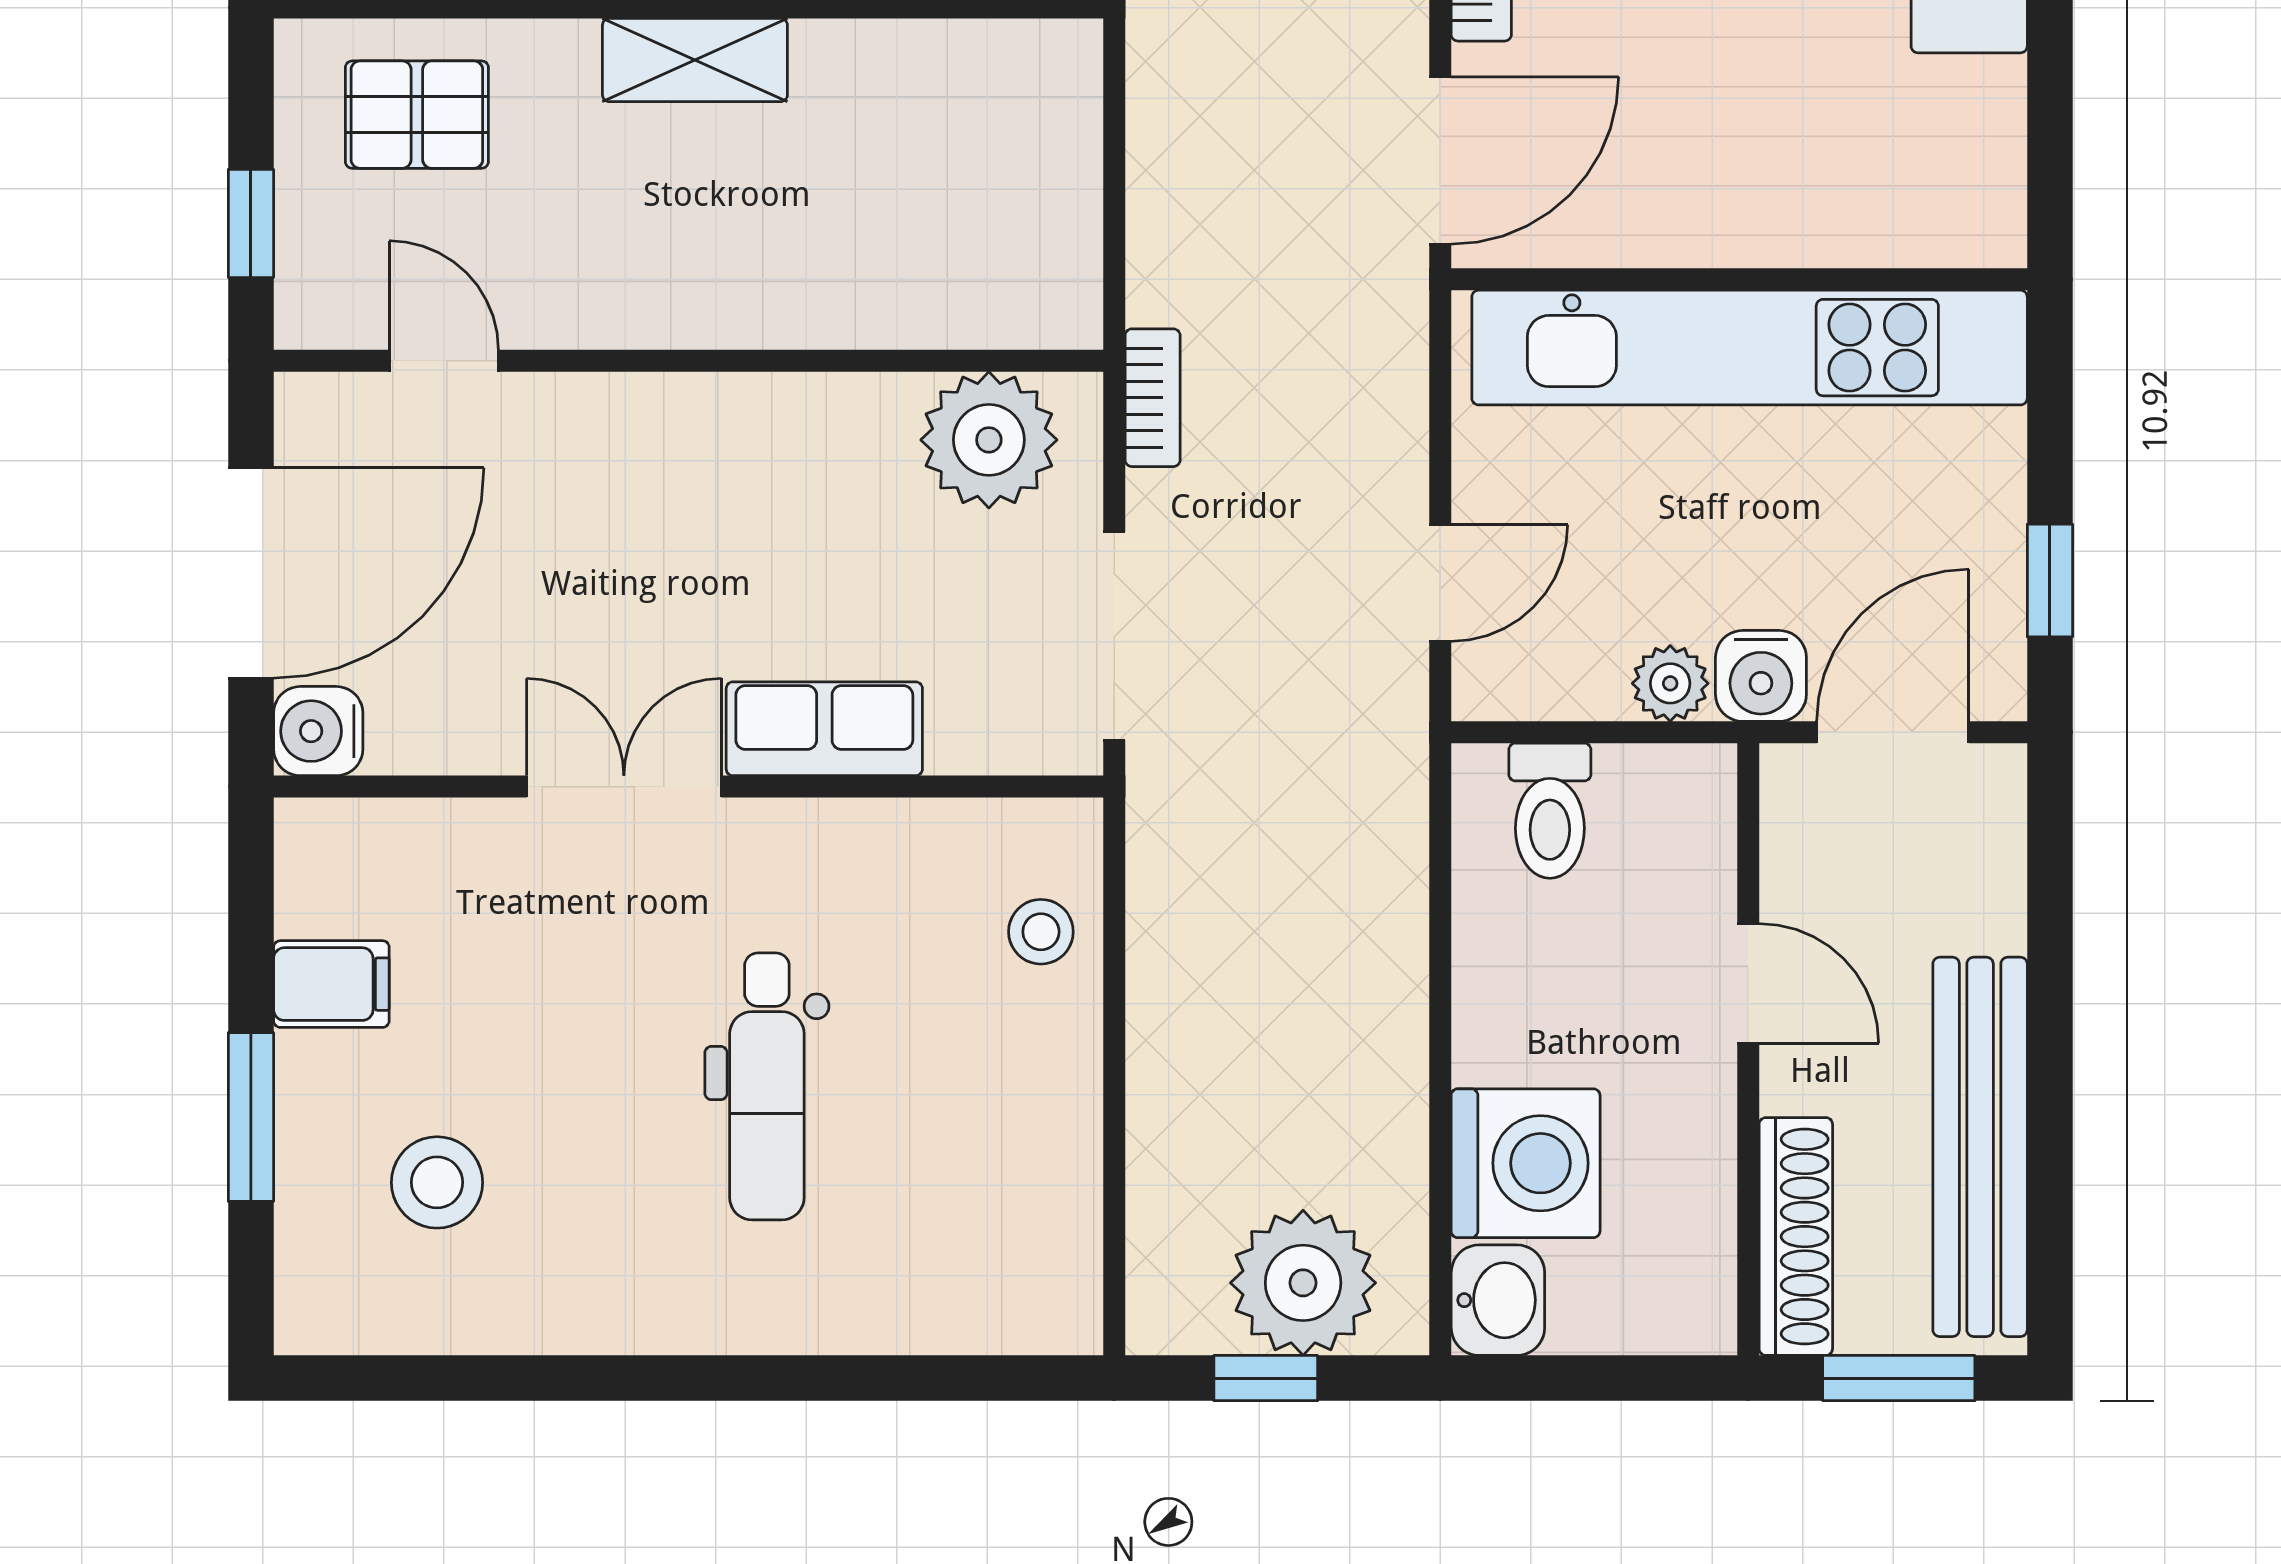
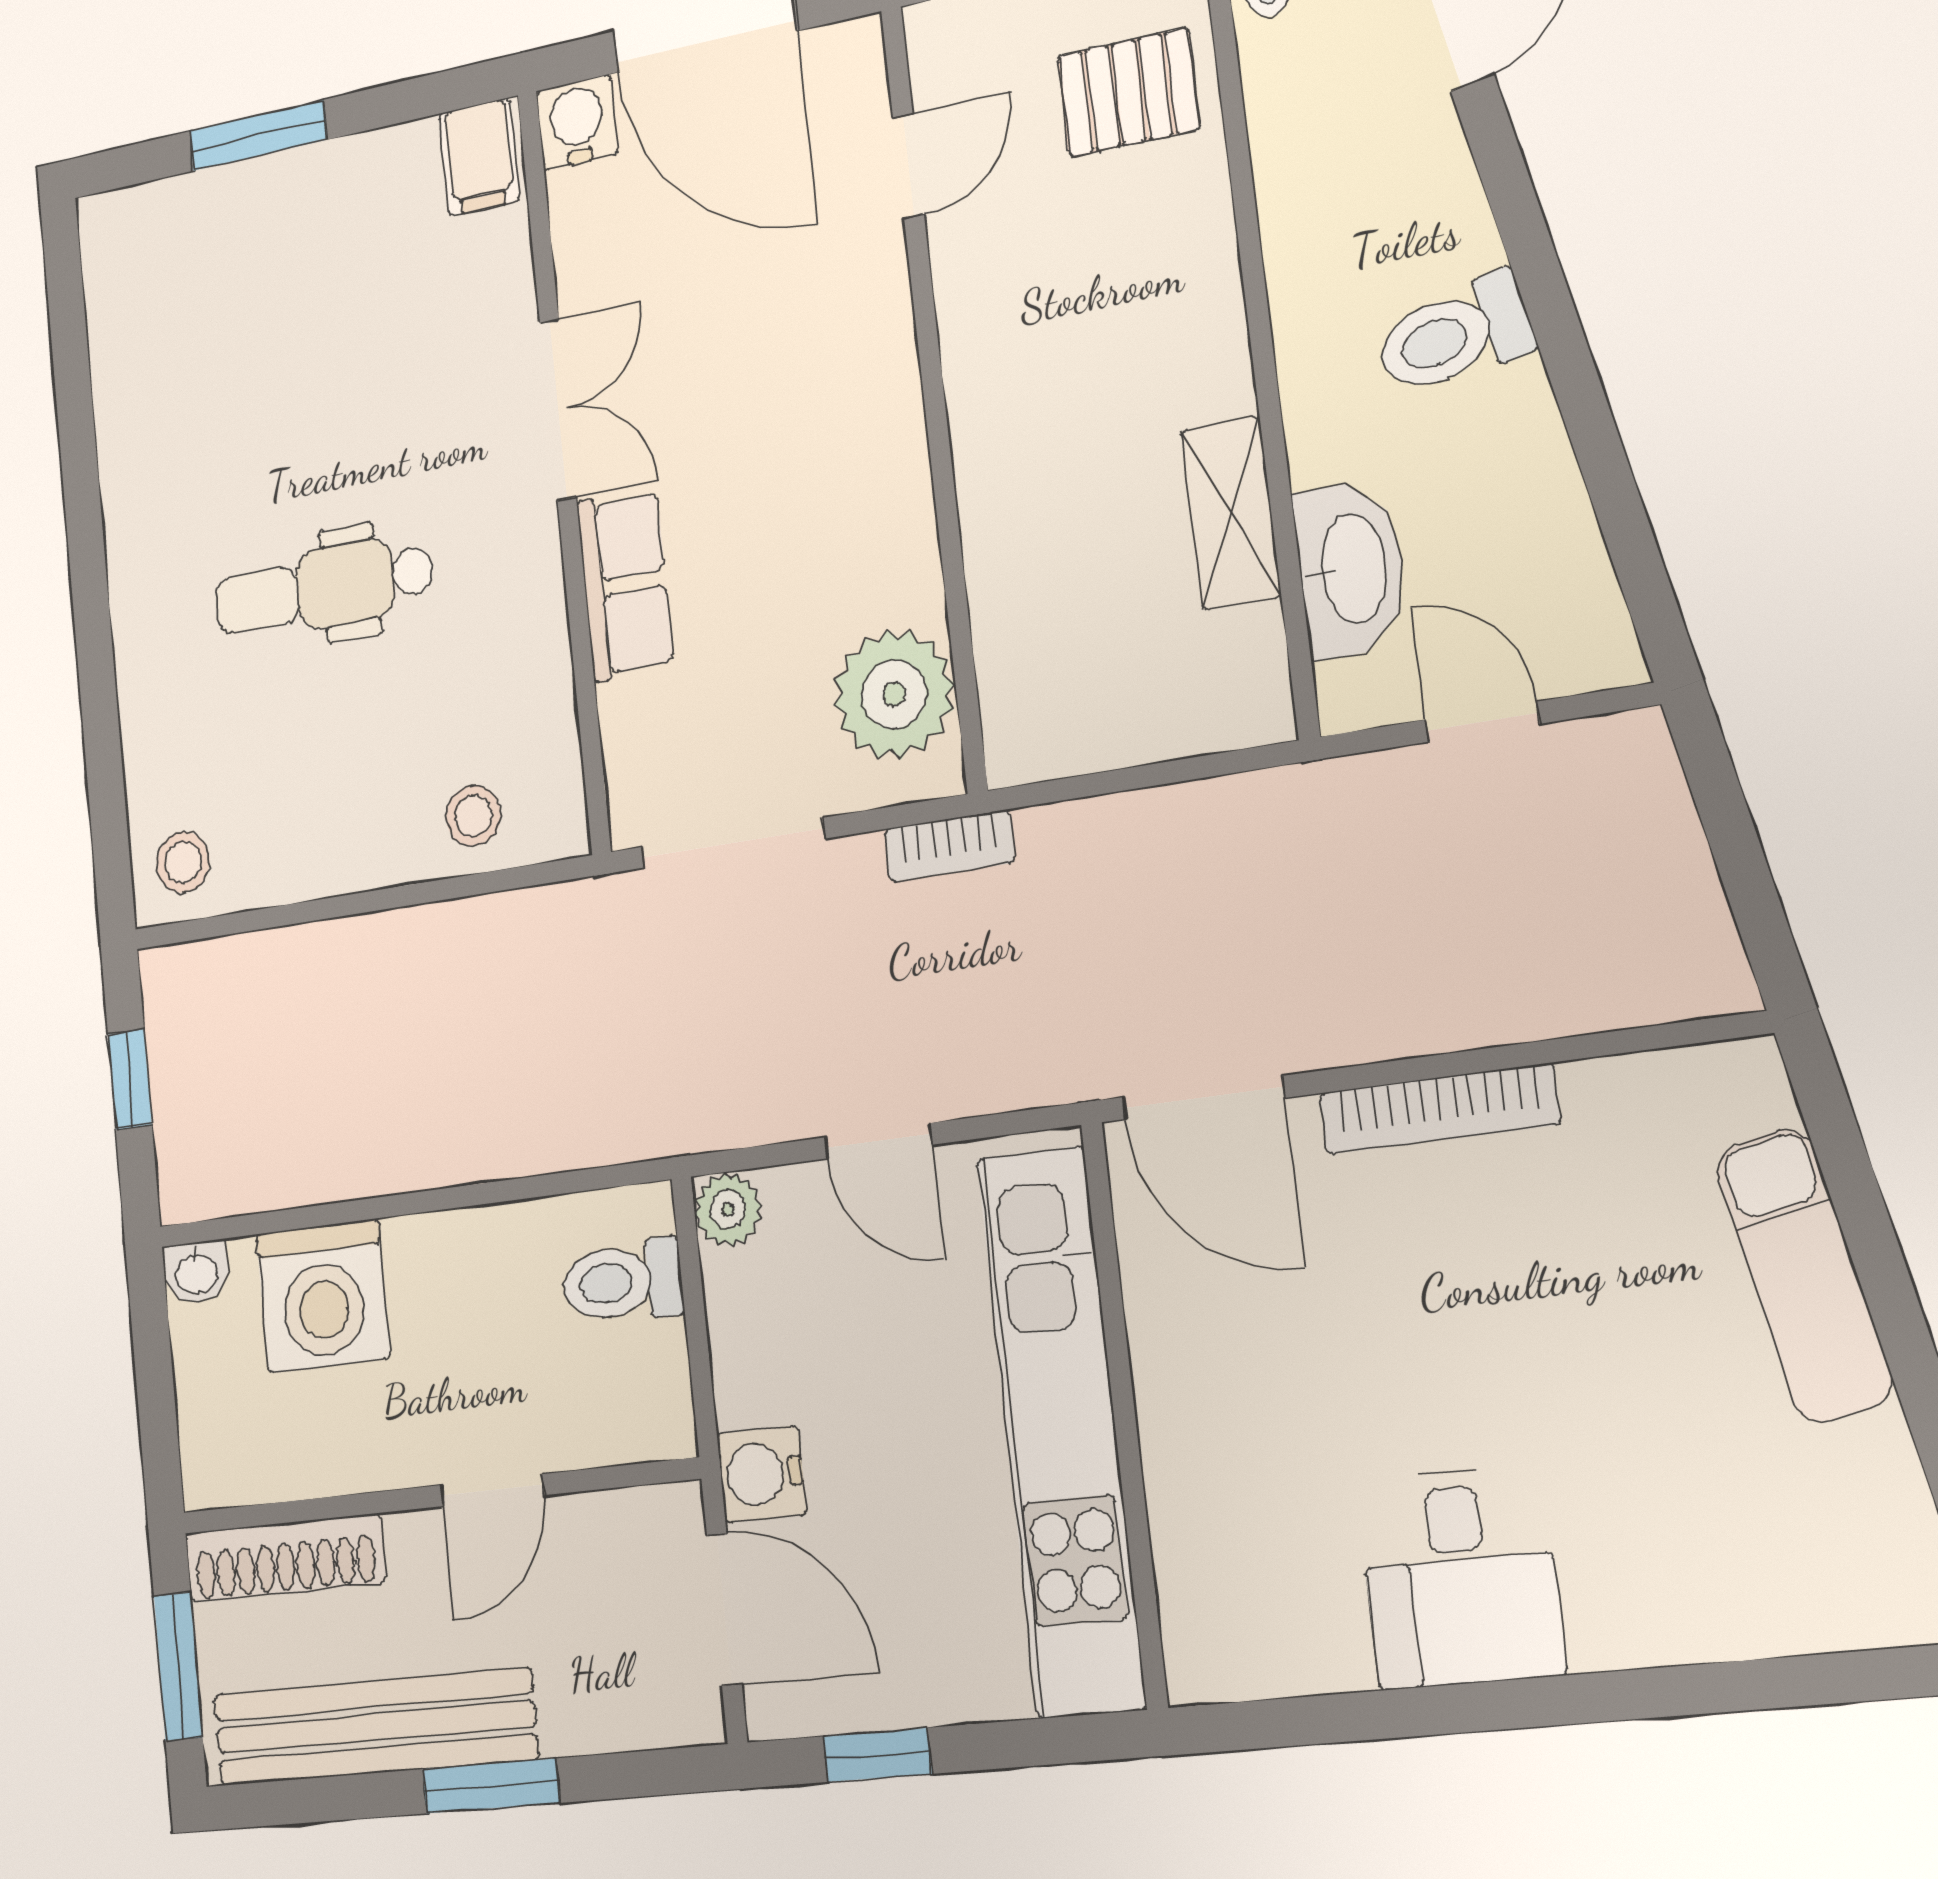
shelving: (695, 60) -> (1231, 513), moved
pallet: (417, 115) -> (1129, 92), turned 90
door: (1440, 583) -> (879, 1141), moved
plant: (1670, 683) -> (728, 1209), moved
filing cabinet: (331, 984) -> (479, 157), moved
window: (2050, 1017) -> (491, 1786), added
stool: (437, 1182) -> (183, 862), moved, width x0.73, depth x0.73
plant: (1303, 1283) -> (208, 1102), removed
washbasin: (1498, 1300) -> (196, 1272), width x0.72, depth x0.69

